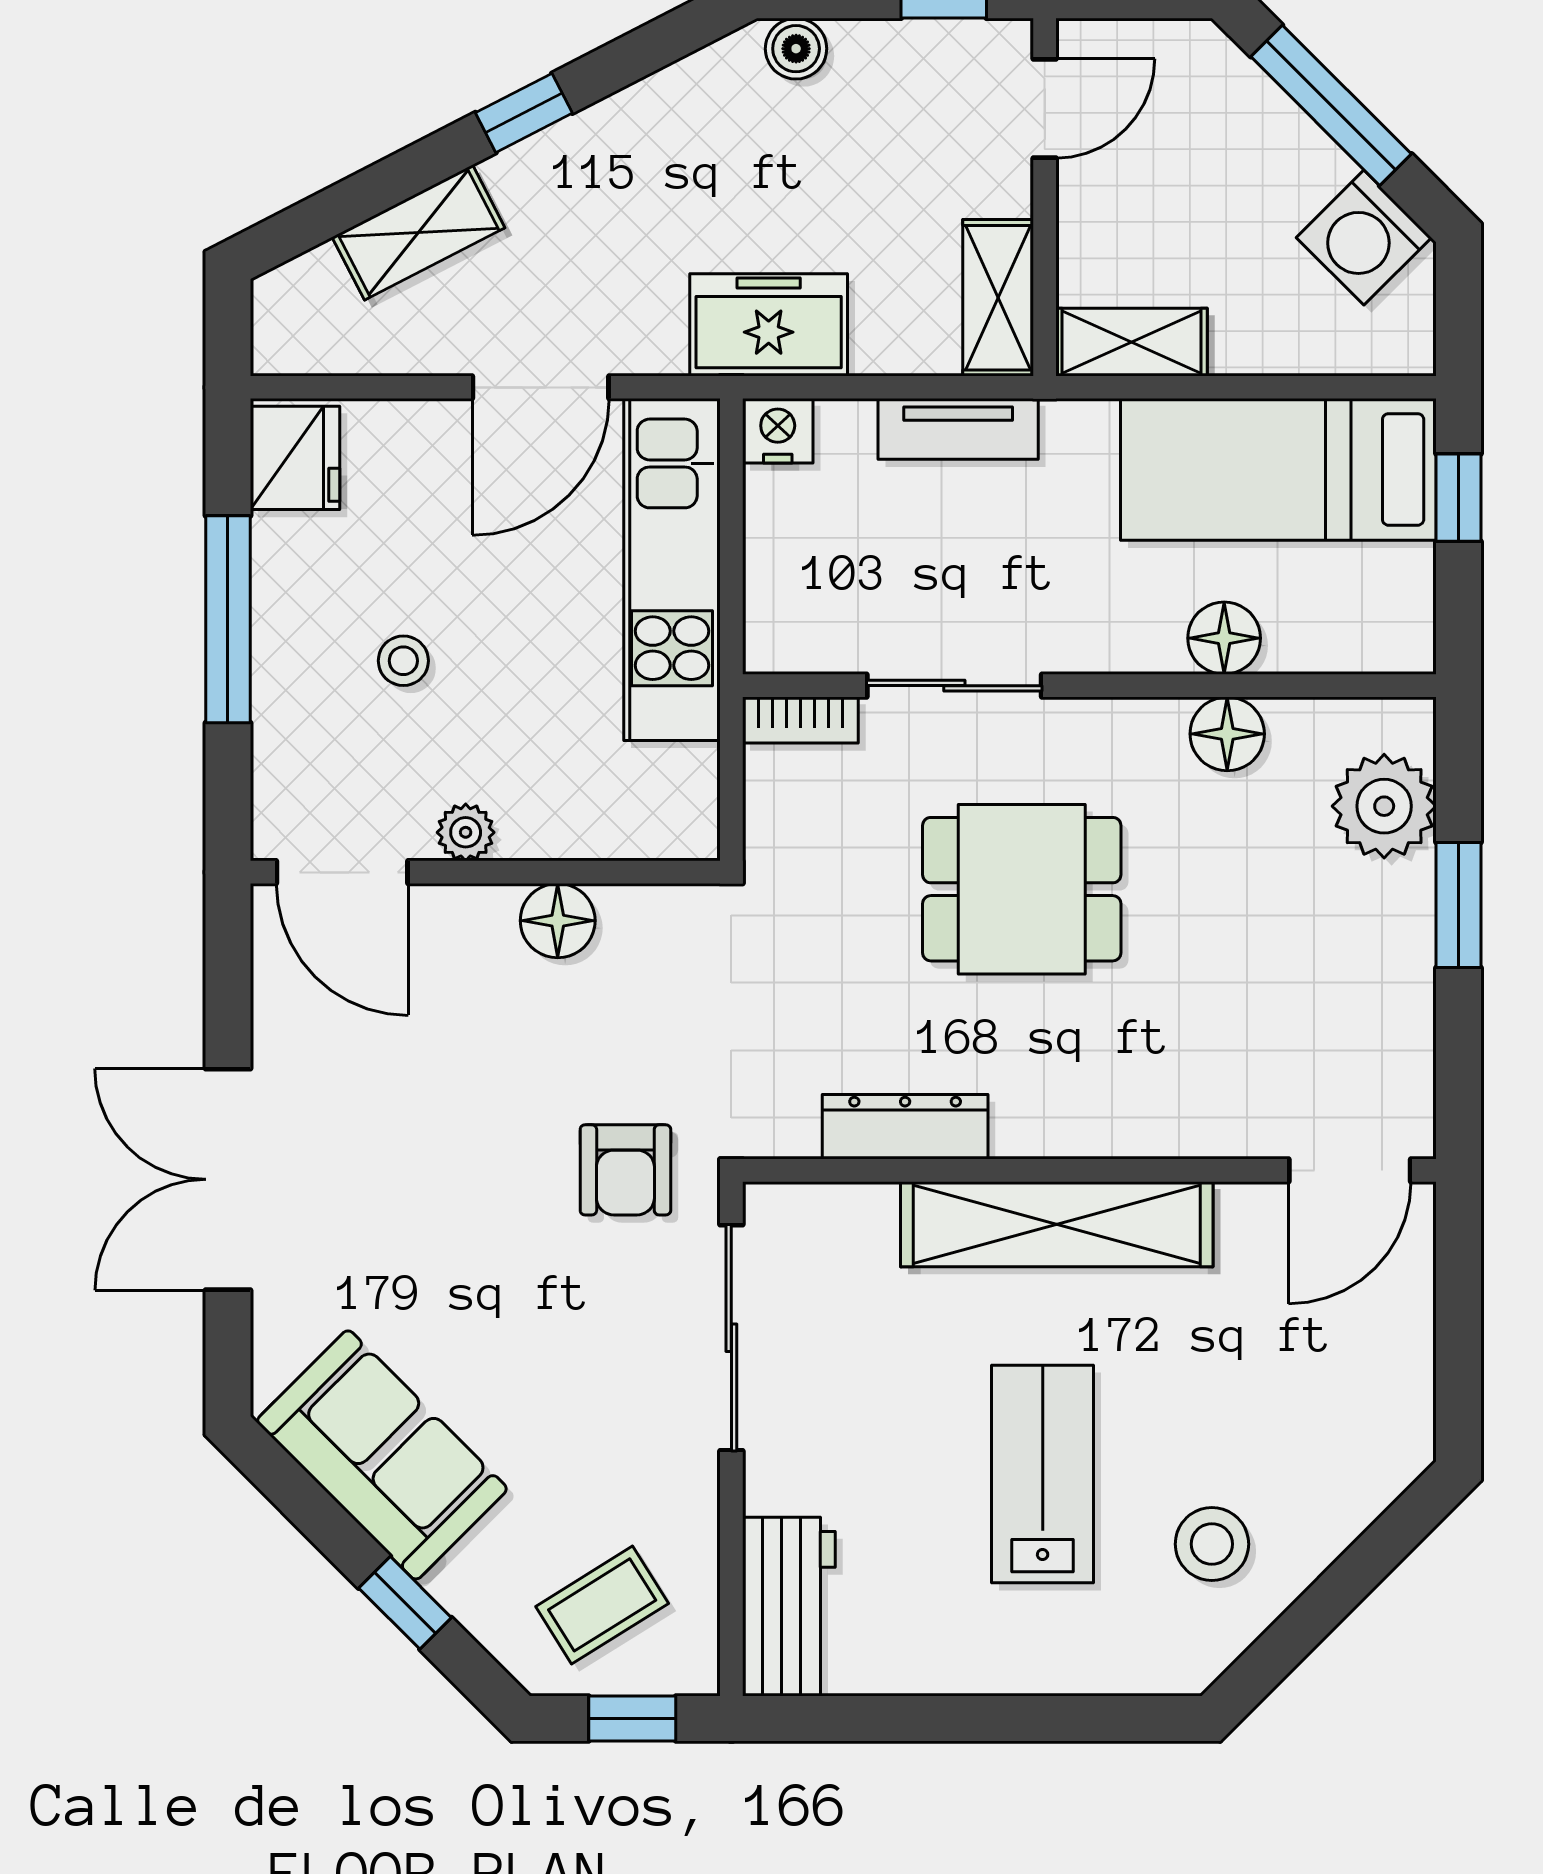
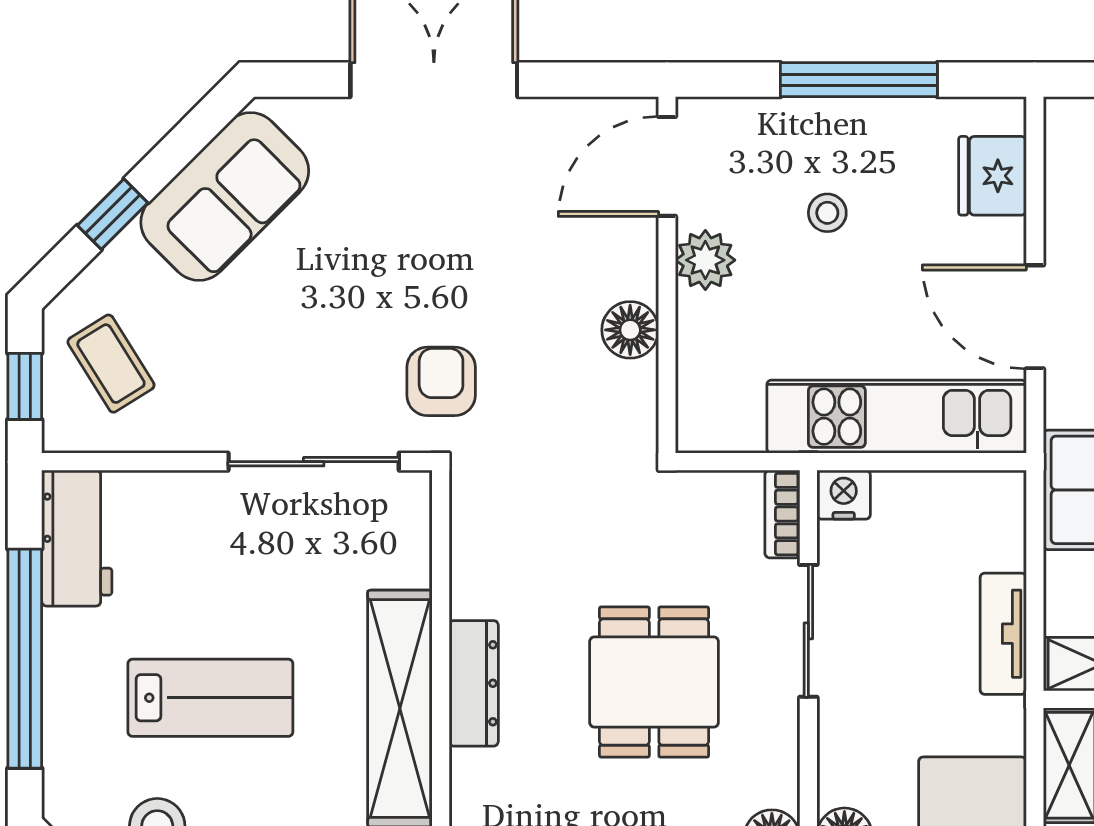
nightstand: (778, 431) -> (844, 495), moved, turned -90
fridge: (295, 458) -> (992, 176), moved, turned 90
plant: (466, 832) -> (705, 260), width x1.38, depth x1.38
dresser: (905, 1127) -> (474, 683), moved
armchair: (625, 1170) -> (441, 381), turned 90
workbench: (789, 1607) -> (77, 538), moved, turned -90
window: (991, 1719) -> (25, 659), added

